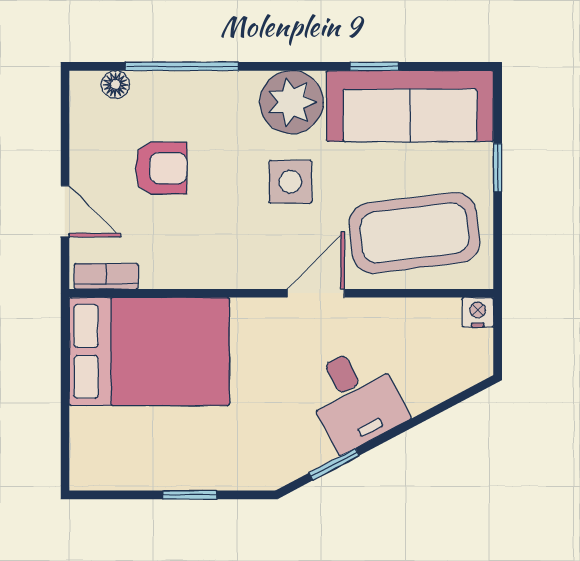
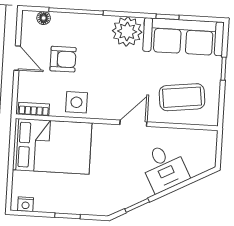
side table: (290, 182) -> (76, 102), moved
door: (65, 211) -> (17, 58), moved
coffee table: (414, 233) -> (182, 97), width x0.73, depth x0.76
nightstand: (478, 312) -> (26, 204), moved, turned 180
desk: (355, 398) -> (164, 168), moved

